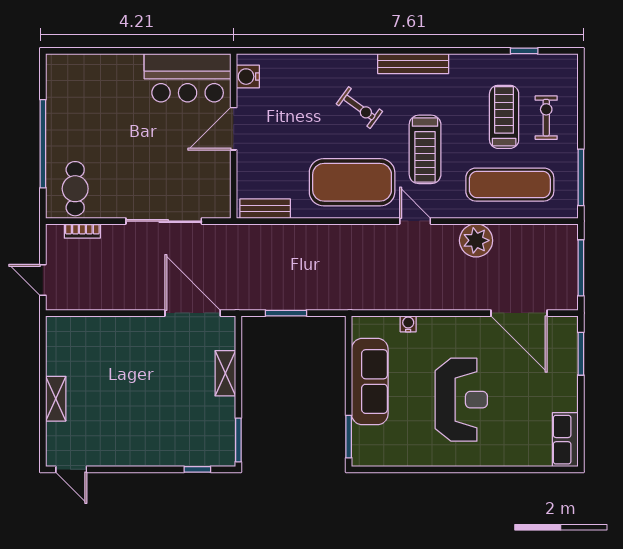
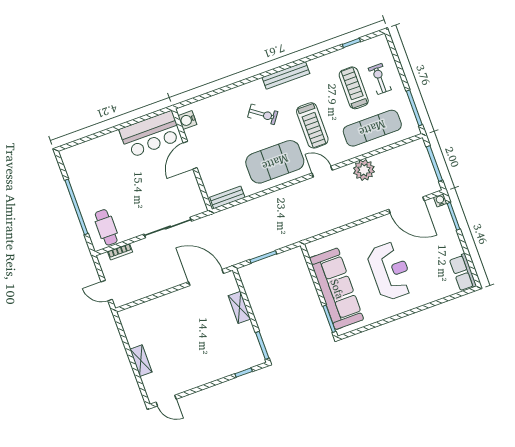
water cooler: (408, 324) -> (440, 200), moved
sofa: (370, 382) -> (337, 289), width x1.36, depth x1.27

